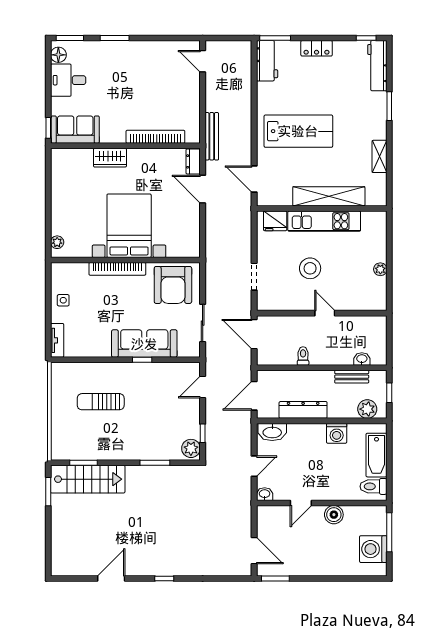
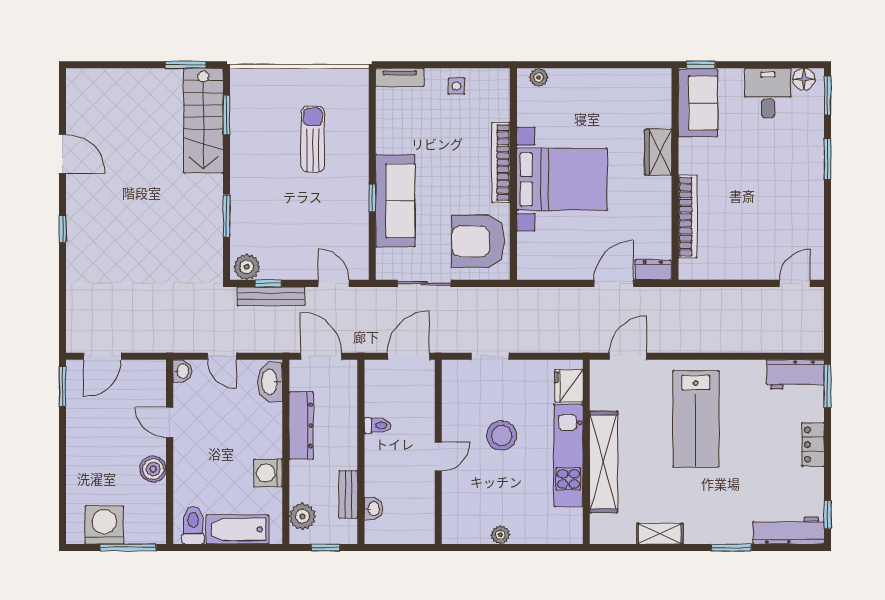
bench: (212, 136) -> (271, 296), moved

